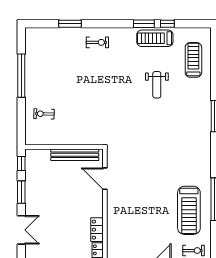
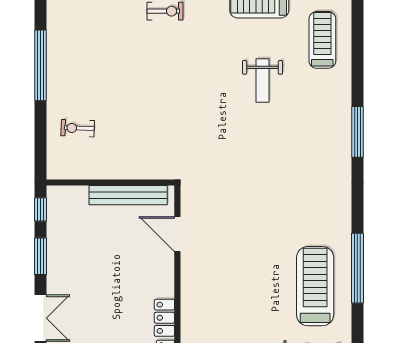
treadmill: (189, 210) -> (315, 286), turned 180

